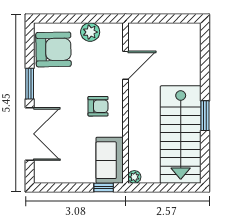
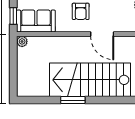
door: (125, 65) -> (102, 34), moved
stairs: (181, 135) -> (90, 80), moved

